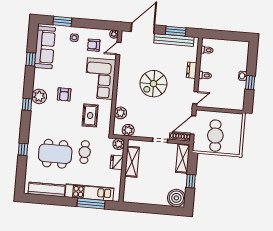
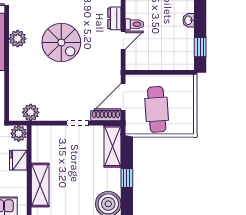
window: (250, 83) -> (200, 47), moved
spiral stairs: (153, 84) -> (61, 43), turned -90
door: (195, 98) -> (123, 40), moved
plant: (121, 113) -> (18, 39), moved
shelving: (132, 162) -> (40, 185), moved

